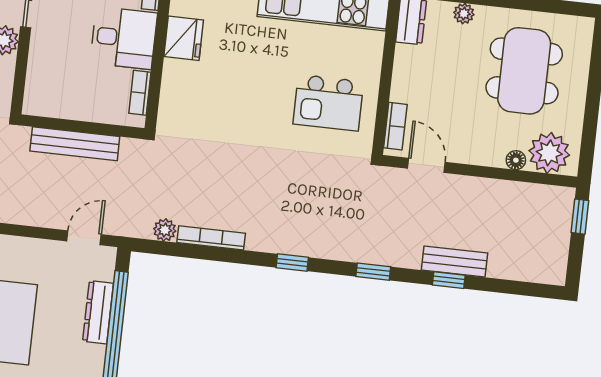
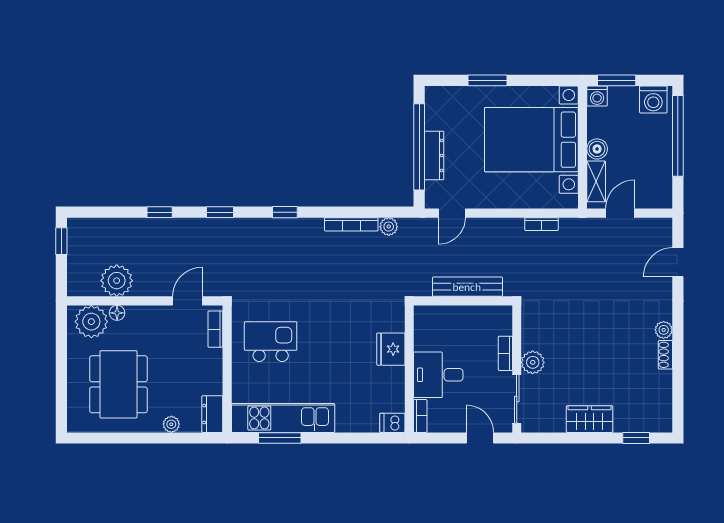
fridge: (184, 38) -> (391, 349), moved
bookcase: (140, 93) -> (505, 353), moved, turned 180
door: (426, 165) -> (187, 301), swing flipped
plant: (512, 201) -> (117, 281), added
window: (580, 217) -> (61, 241), moved
bench: (454, 262) -> (157, 227), removed

